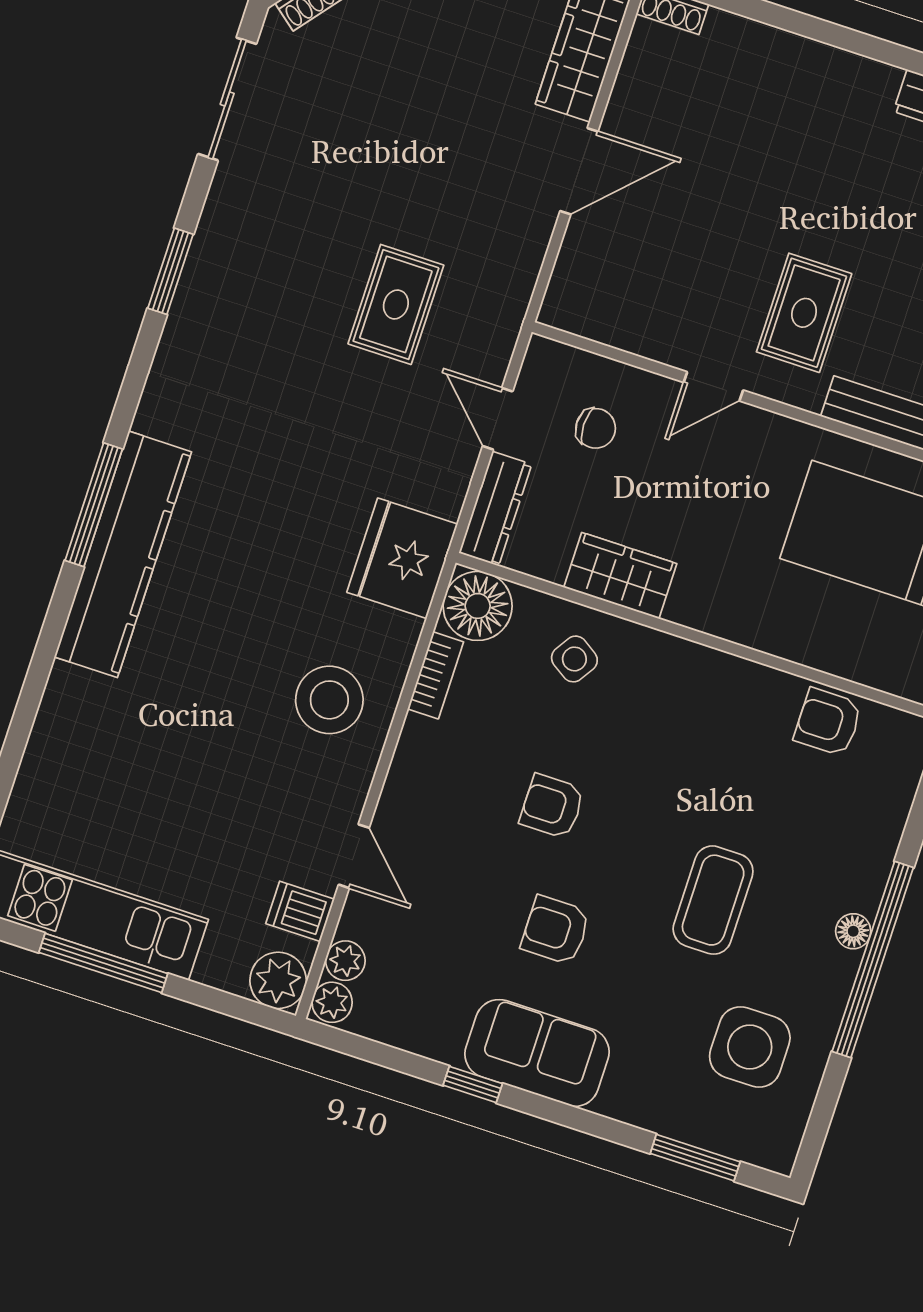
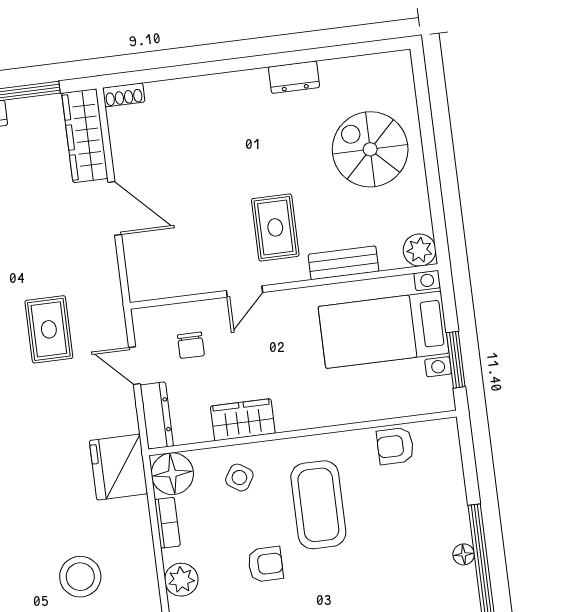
door: (579, 171) -> (115, 208), hinge flipped
chair: (596, 428) -> (191, 345), turned 90
stool: (329, 700) -> (80, 577), moved
plant: (416, 770) -> (181, 580), added
armchair: (552, 806) -> (265, 564), turned 180
coffee table: (713, 900) -> (318, 505), moved, width x1.36, depth x1.32

